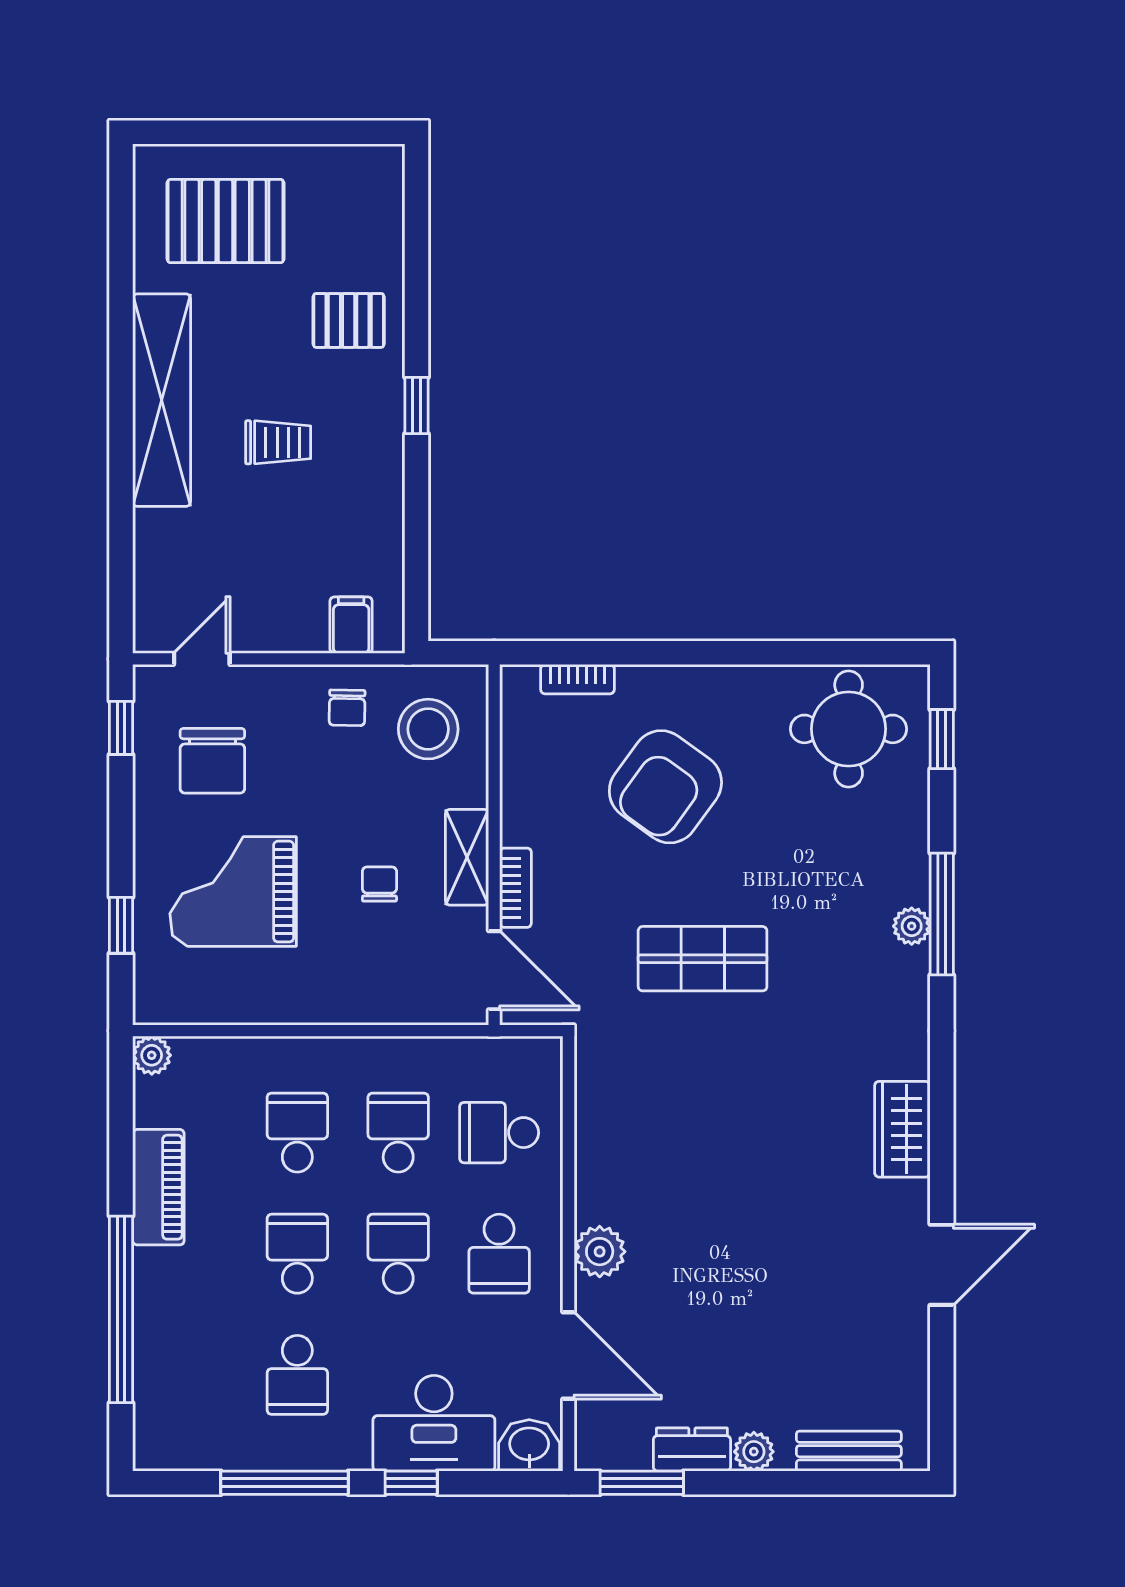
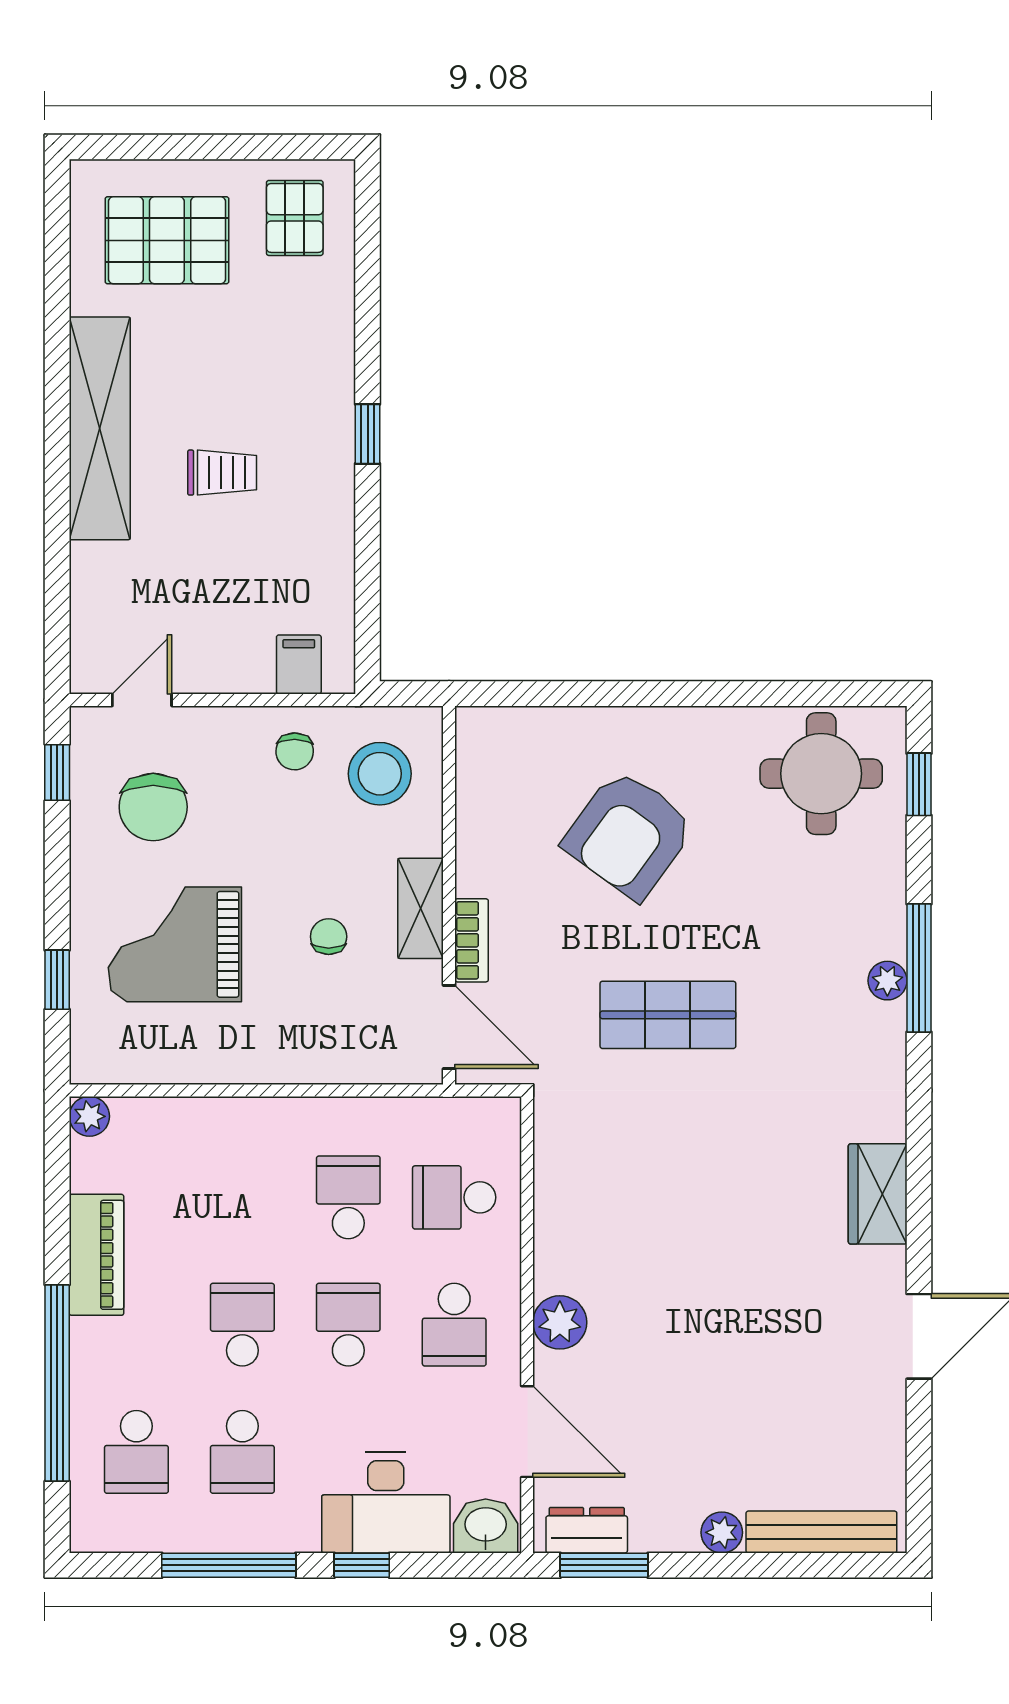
pallet: (349, 320) -> (295, 218), moved, turned 90
bookcase: (577, 679) -> (537, 721), removed
school desk: (297, 1133) -> (136, 1452), moved, turned 180
dresser: (692, 1449) -> (587, 1530), moved
bench: (849, 1451) -> (821, 1532), width x1.36

